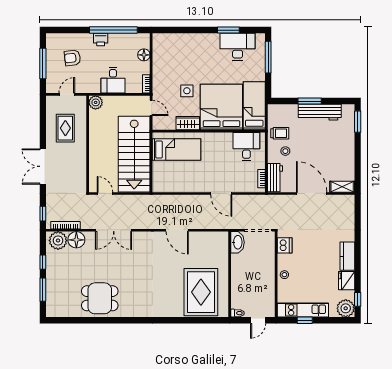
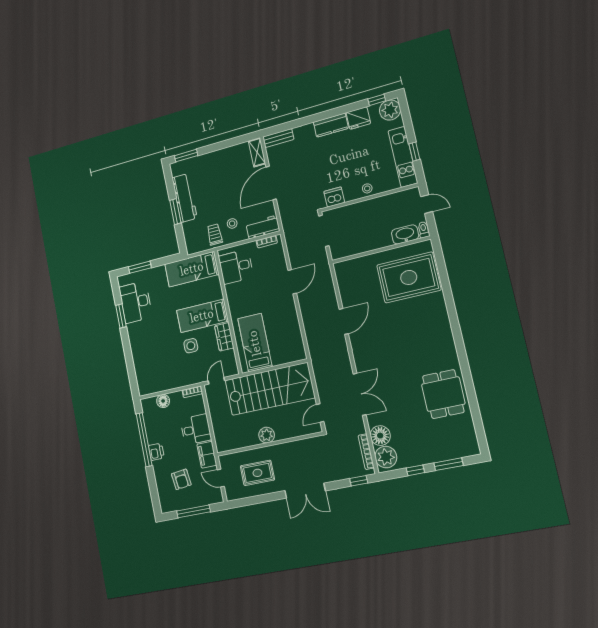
window: (268, 57) -> (140, 267), width x0.69
filing cabinet: (89, 86) -> (207, 455), added
plant: (96, 102) -> (267, 435), moved
bed: (221, 107) -> (202, 316), width x0.49
bench: (349, 208) -> (278, 138), added
washbasin: (237, 242) -> (405, 234), moved

